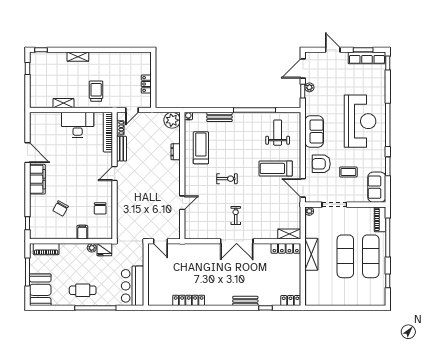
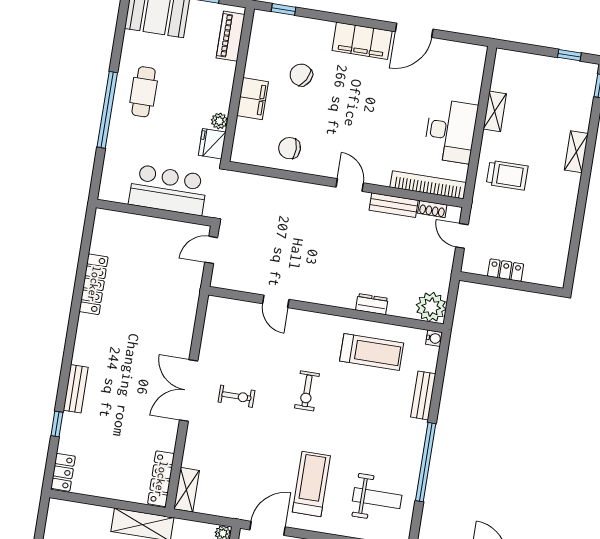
filing cabinet: (82, 232) -> (253, 99), width x2.00
bar counter: (133, 286) -> (168, 190), moved

